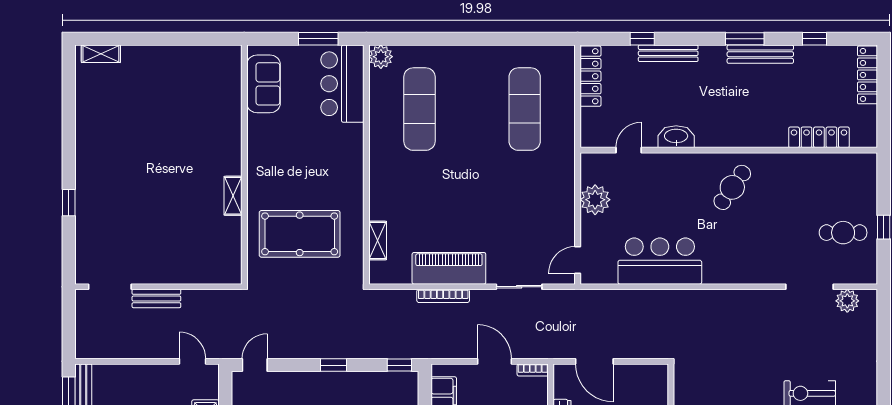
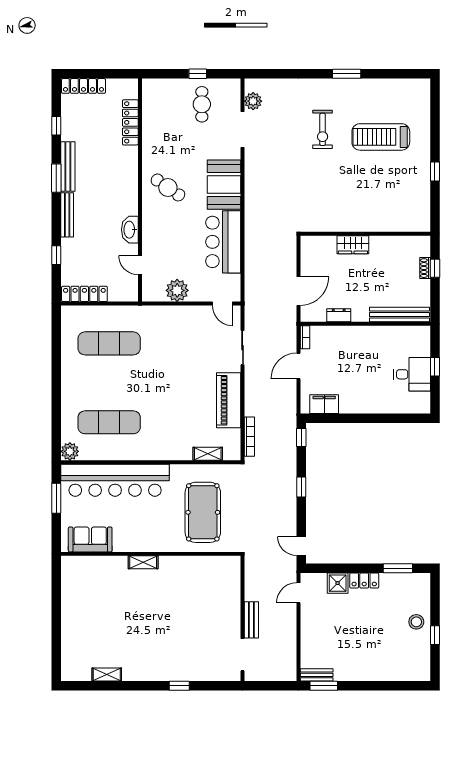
bench: (668, 53) -> (67, 215), moved
shelving: (101, 54) -> (107, 674), moved, turned 90
bar counter: (342, 84) -> (115, 480), width x1.86
shelving: (233, 196) -> (143, 562), moved
booth: (736, 262) -> (224, 185), added
bookcase: (443, 296) -> (249, 437), moved

